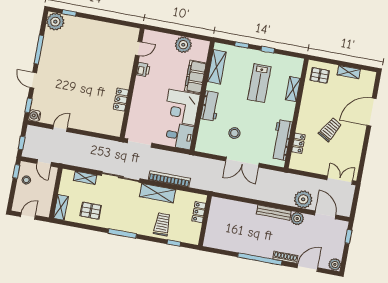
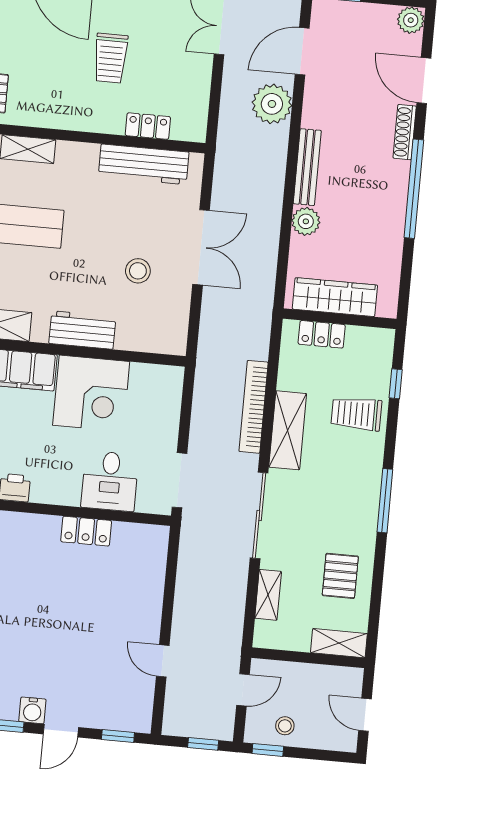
water cooler: (35, 116) -> (32, 710), moved
trolley: (330, 130) -> (111, 58), turned -120
desk: (180, 136) -> (110, 481), moved, turned 180
plant: (297, 218) -> (306, 221), moved
wardrobe: (215, 220) -> (335, 297), added

